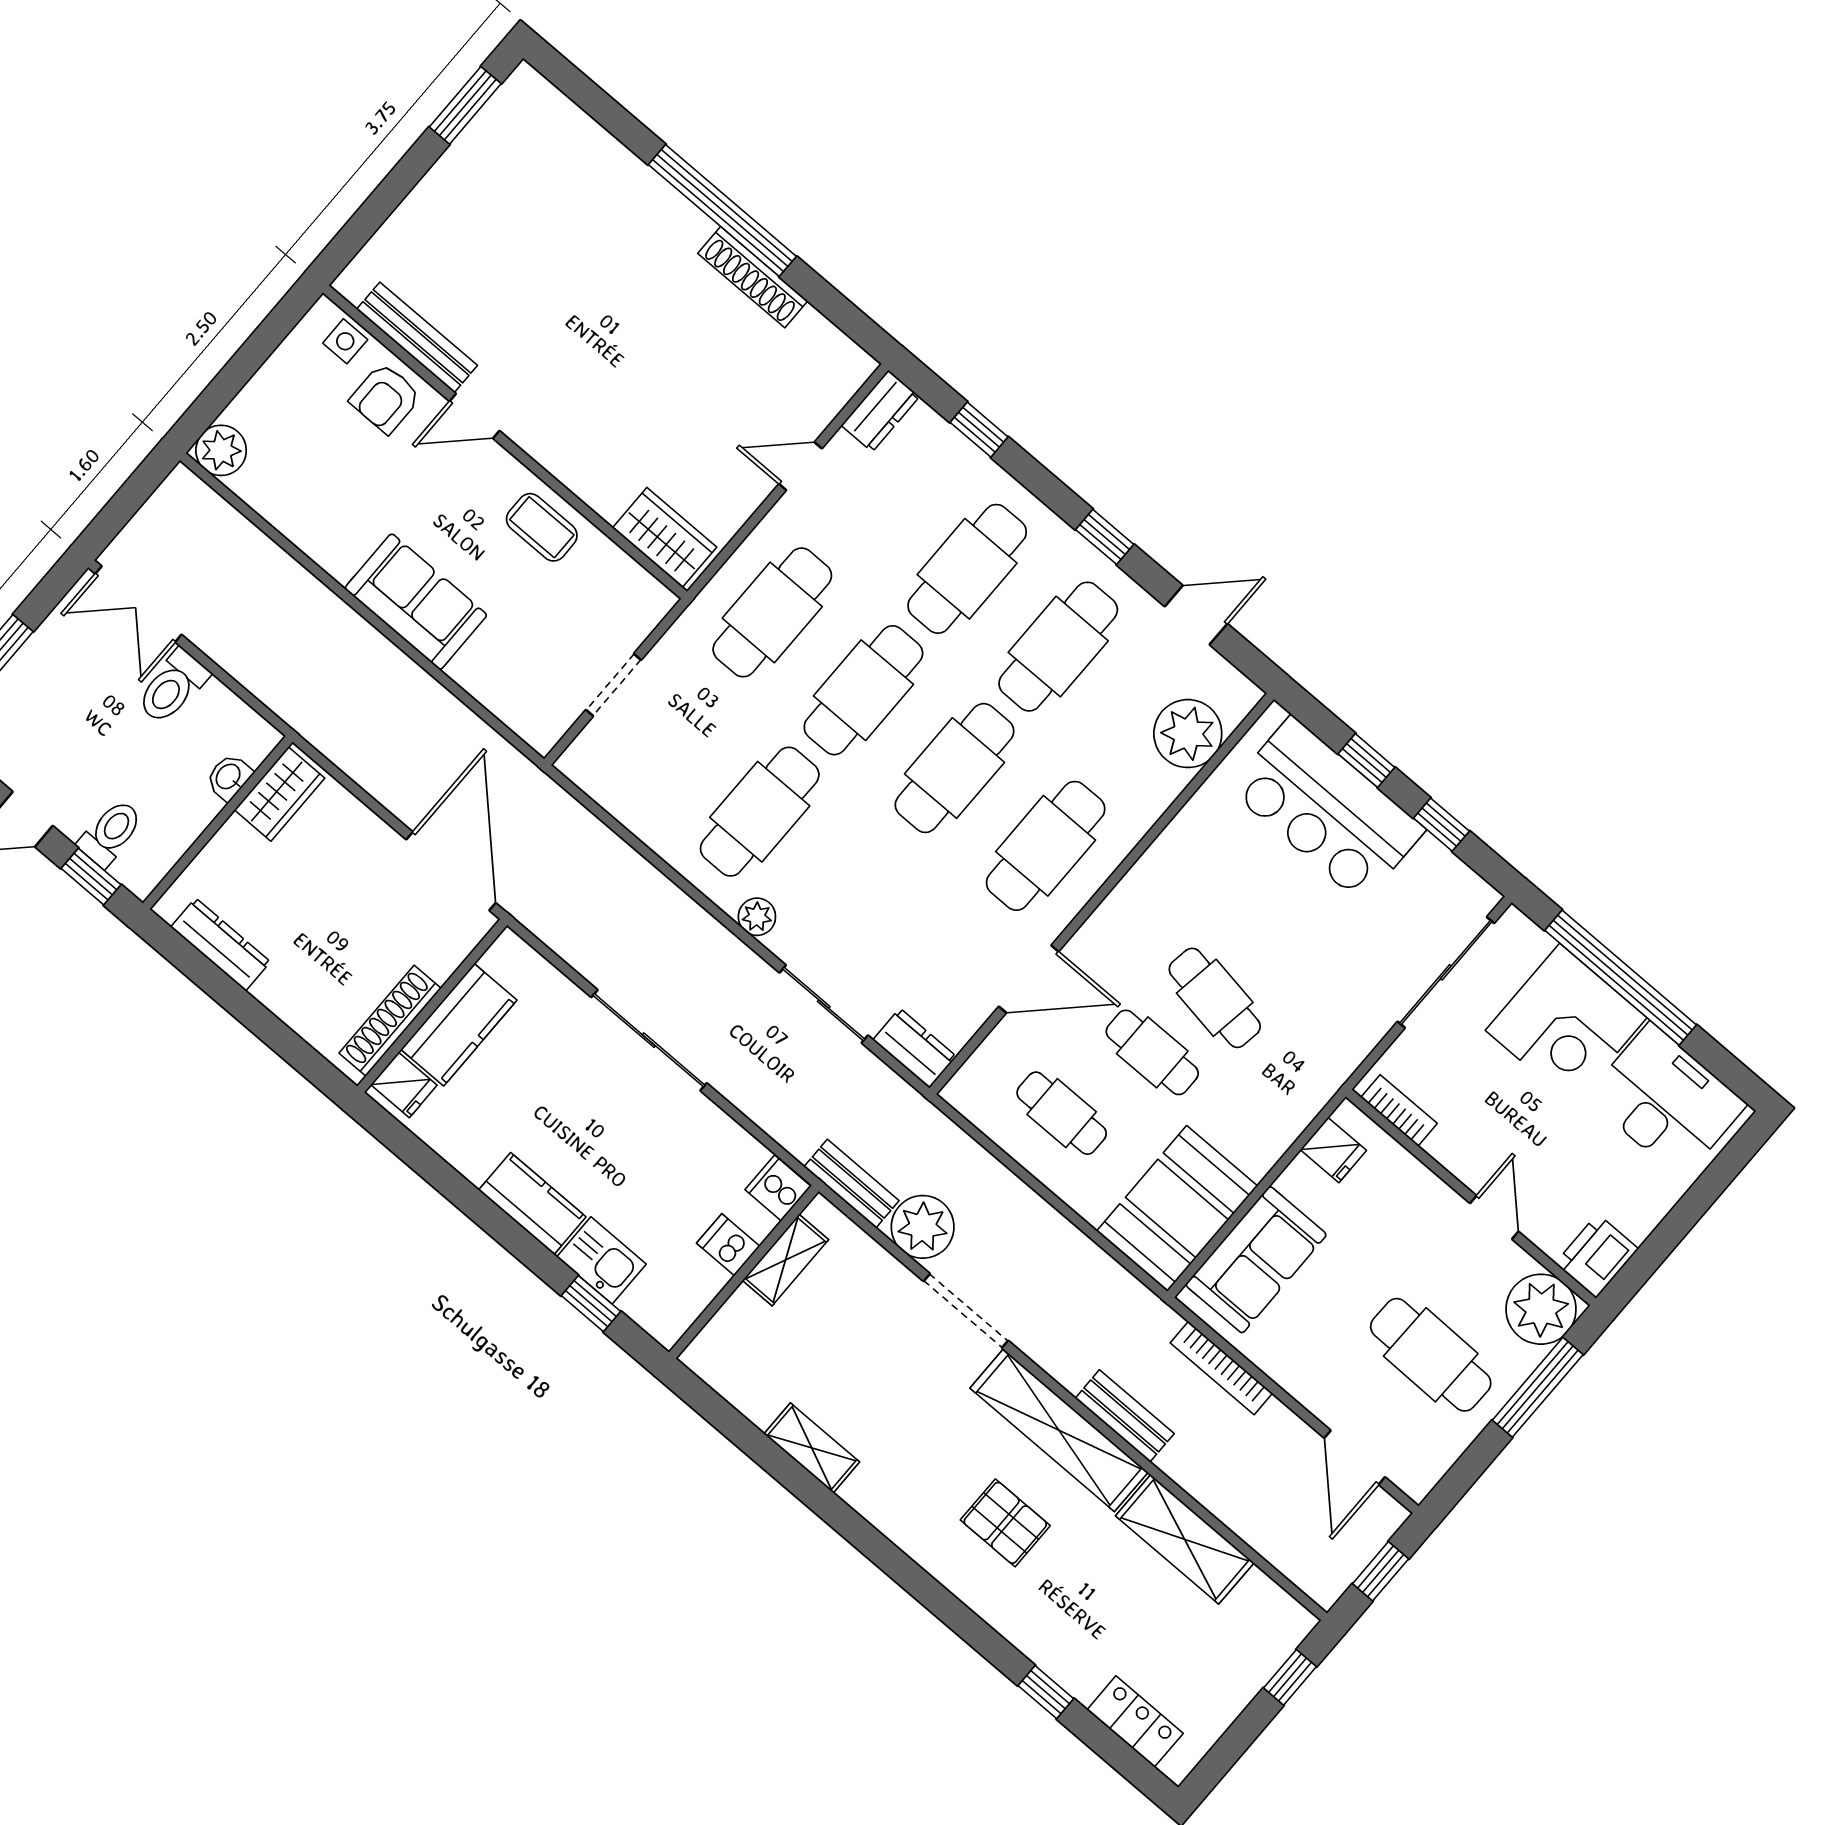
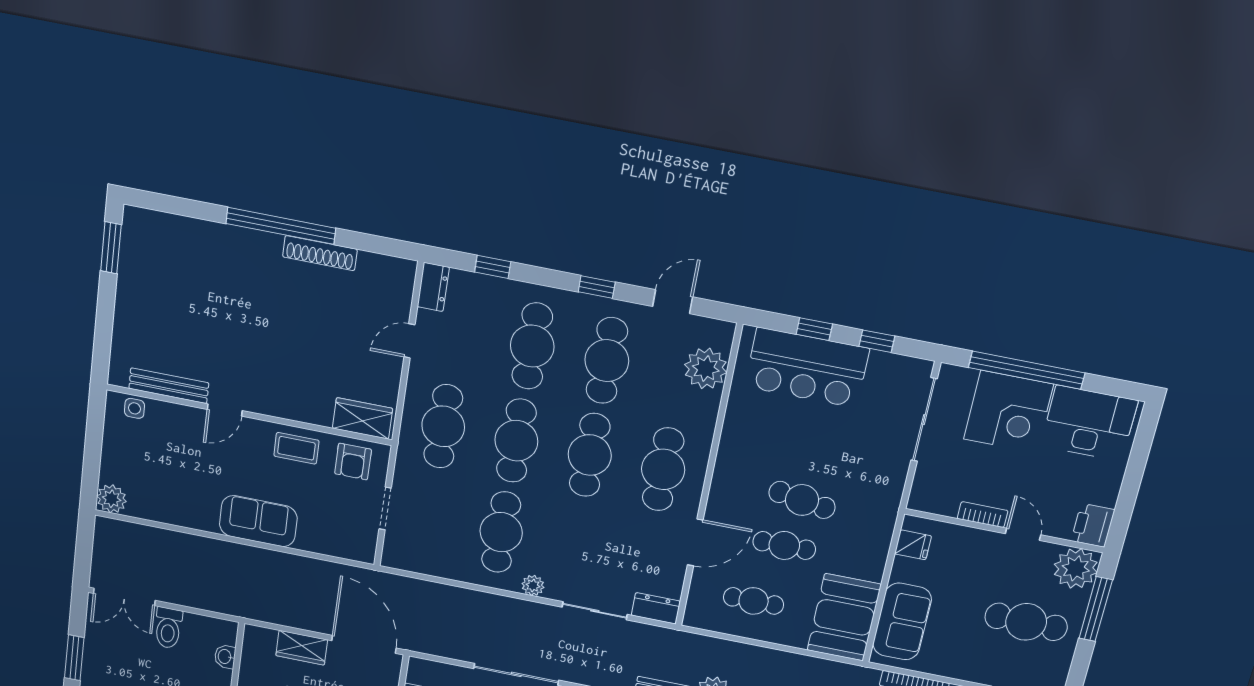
armchair: (385, 398) -> (353, 462), moved
wardrobe: (280, 794) -> (302, 648), moved, turned 90
bookcase: (1399, 1110) -> (983, 515), moved

